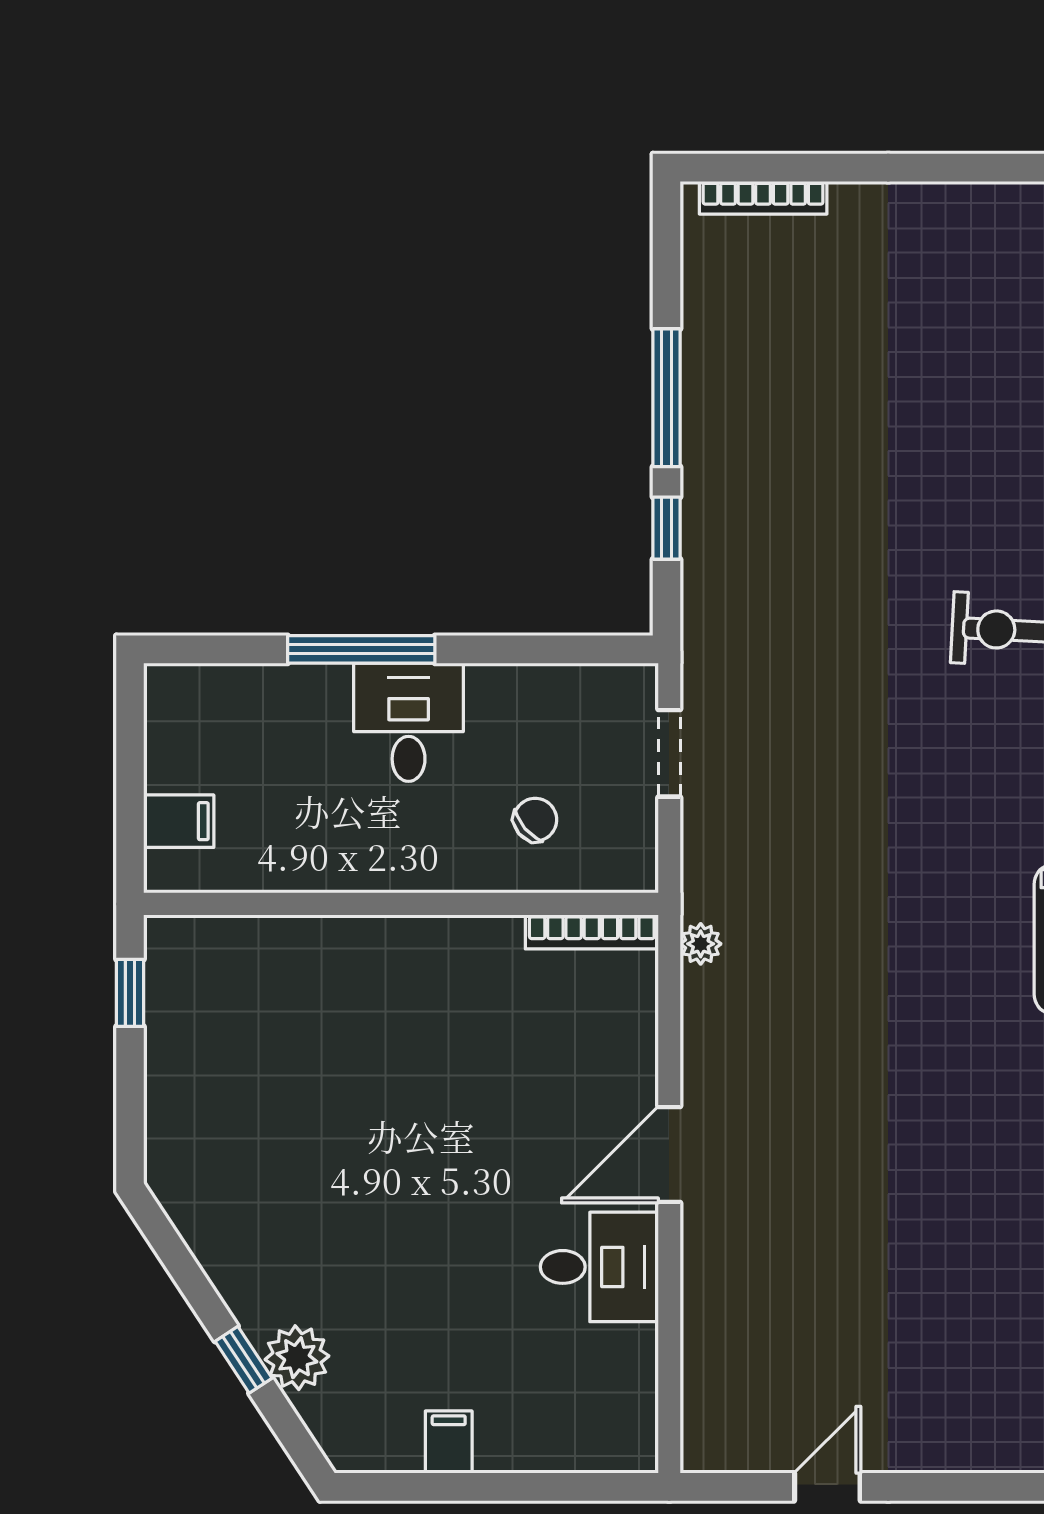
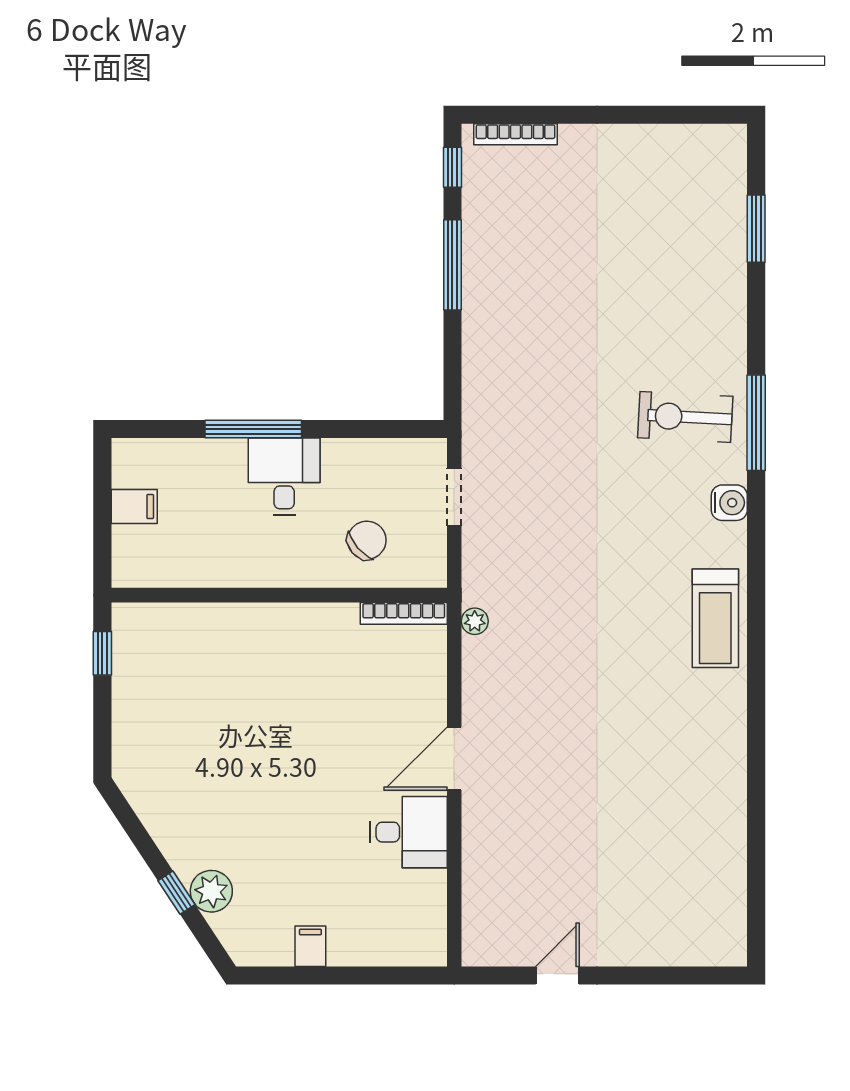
window: (667, 528) -> (452, 167), moved
chair: (535, 820) -> (367, 540), width x1.37, depth x1.37
filing cabinet: (179, 821) -> (134, 507), moved

